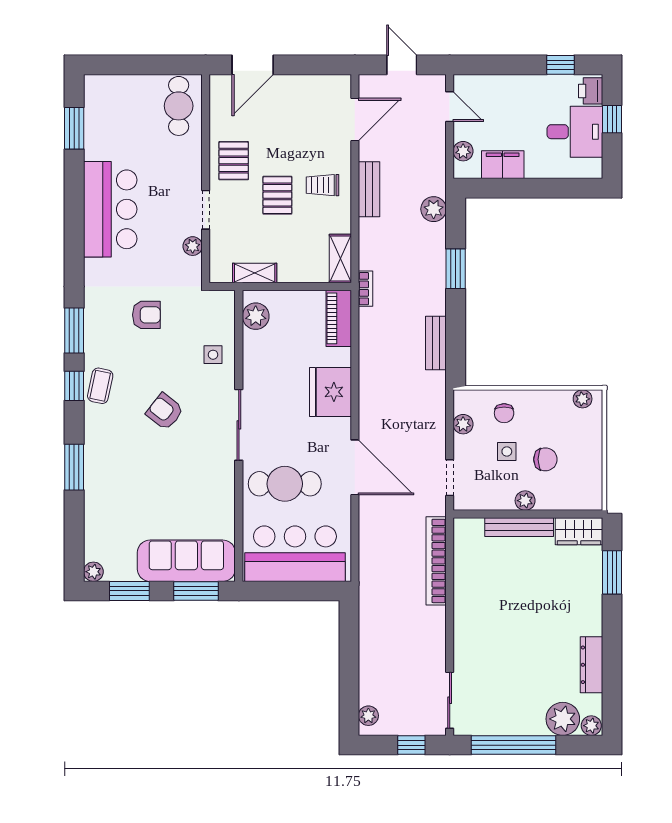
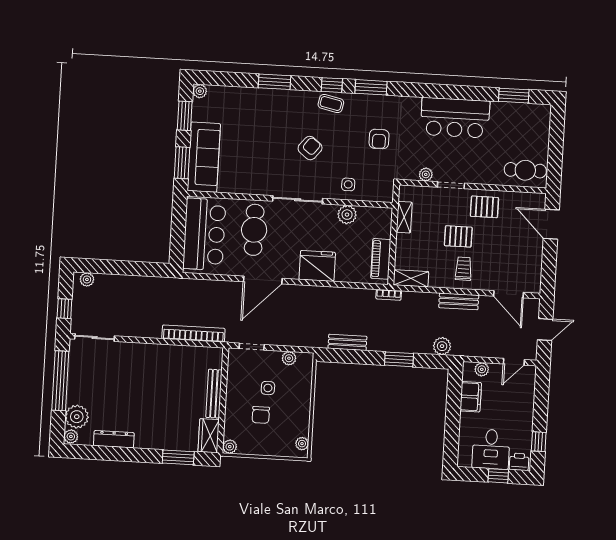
plant: (256, 316) -> (347, 215), moved
piano: (339, 318) -> (381, 259), moved, turned -90
chair: (504, 413) -> (295, 388), removed
plant: (525, 501) -> (230, 447), moved

